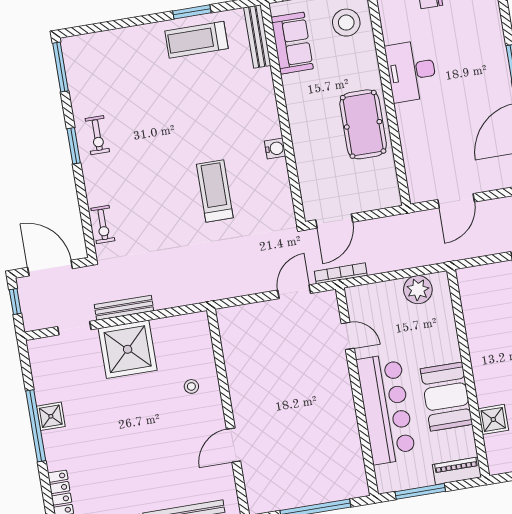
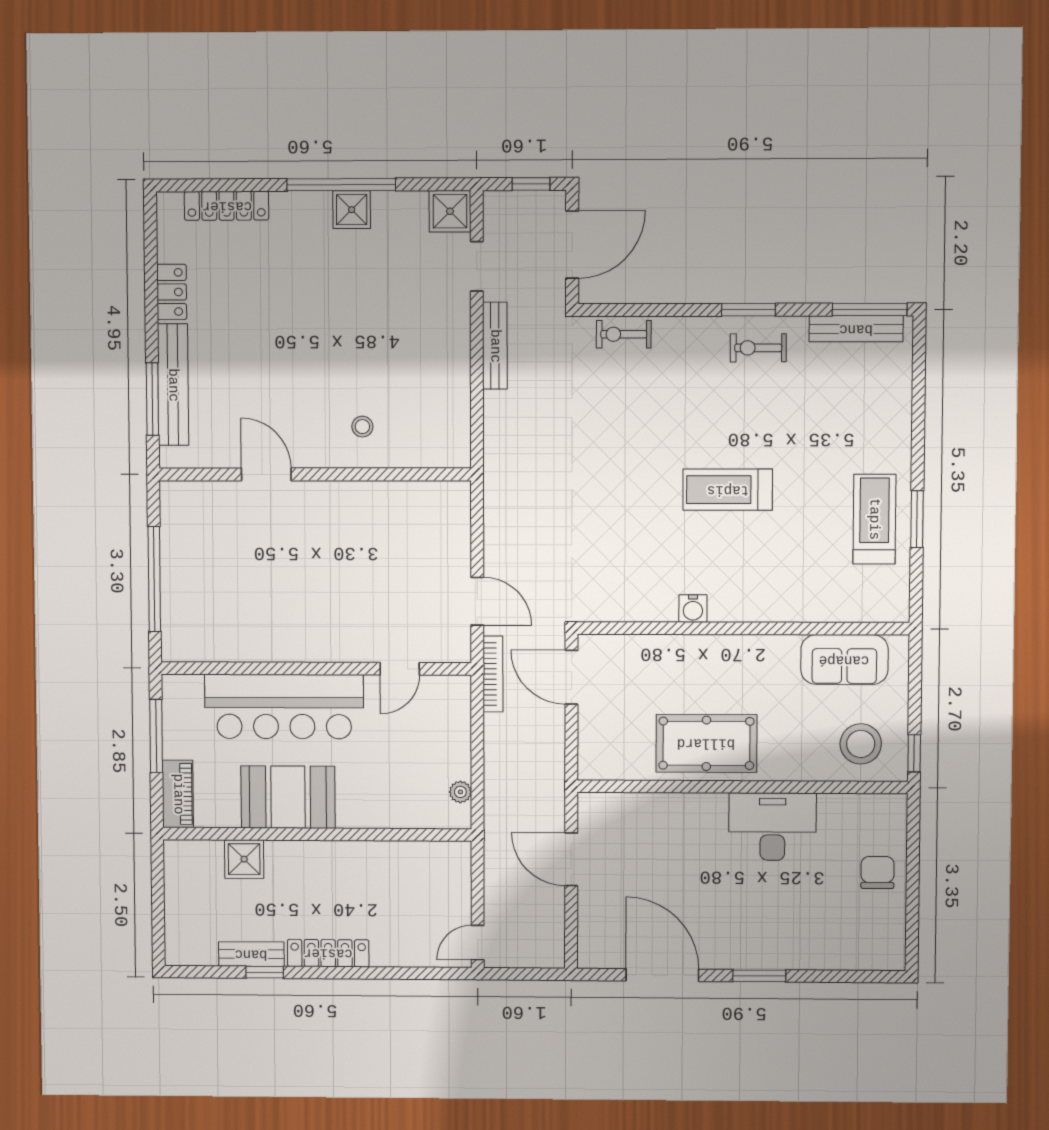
bench: (257, 36) -> (856, 329), moved
treadmill: (215, 191) -> (728, 490), moved, turned 180
plant: (418, 290) -> (460, 792), width x0.53, depth x0.53
shower: (128, 349) -> (450, 211), moved, width x0.54, depth x0.54

